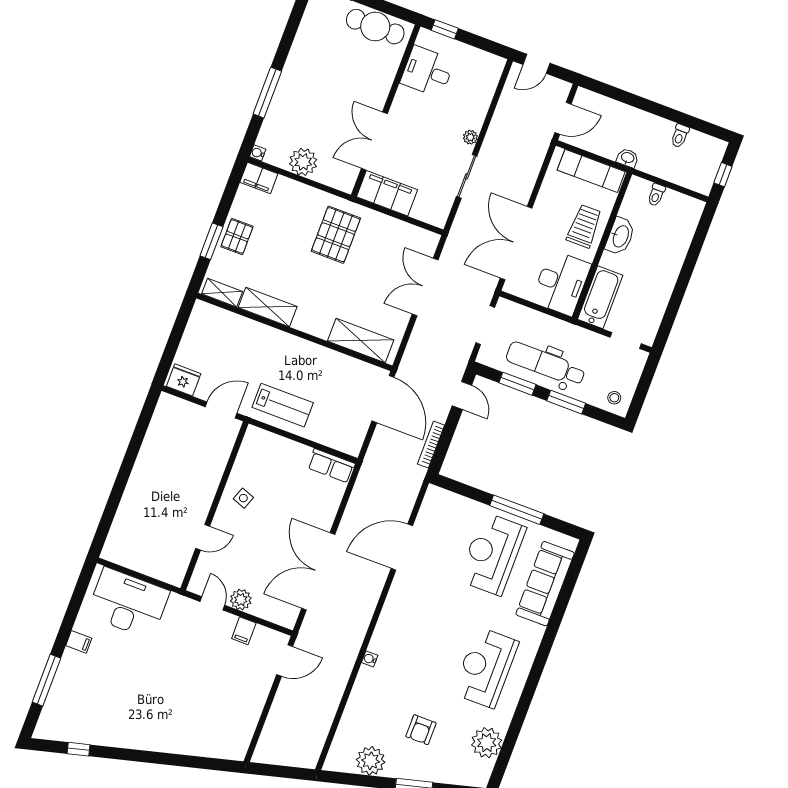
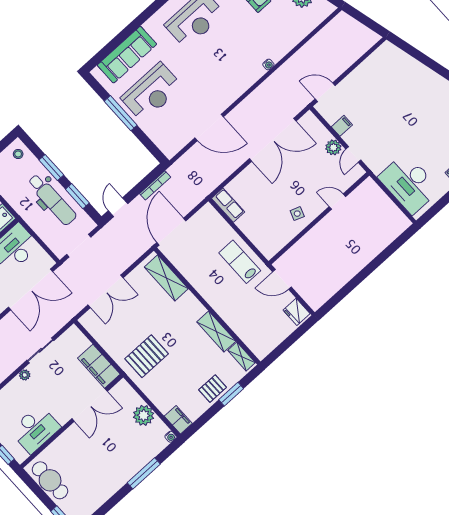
desk: (427, 72) -> (35, 429), width x1.37

